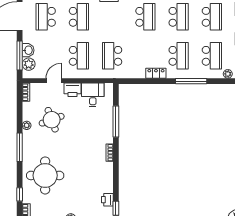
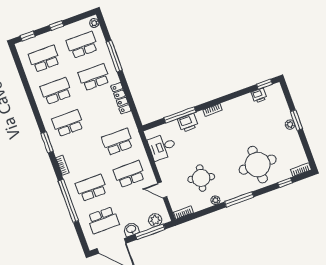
washbasin: (28, 50) -> (131, 229), moved
school desk: (112, 56) -> (118, 142), turned 180
locker: (156, 73) -> (121, 98), width x1.53
printer: (72, 90) -> (188, 123), moved, turned 90
round table: (52, 120) -> (201, 178), turned 32

